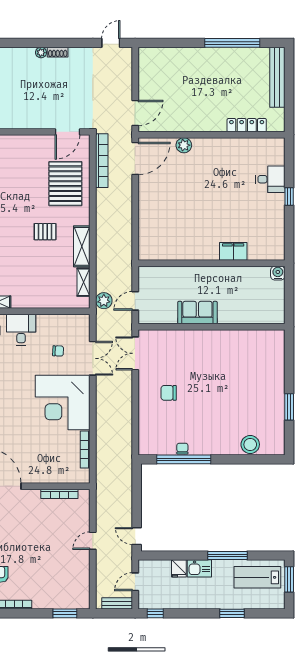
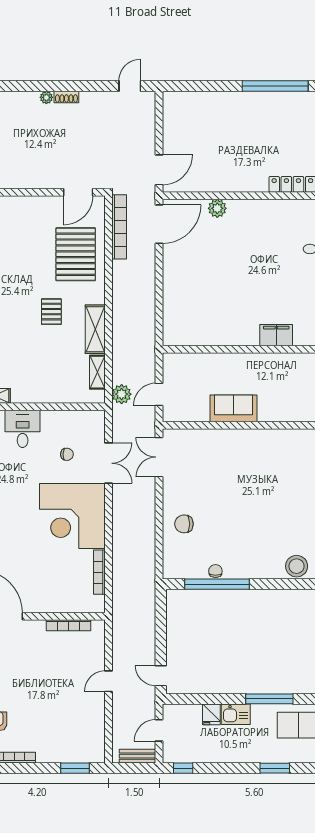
pallet: (45, 232) -> (51, 312), turned 90
chair: (169, 393) -> (184, 524), moved

